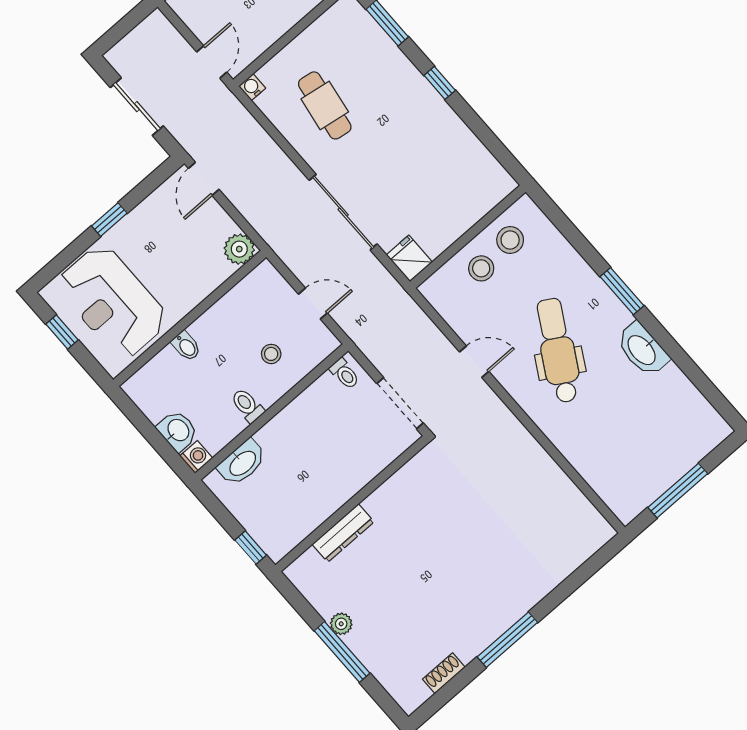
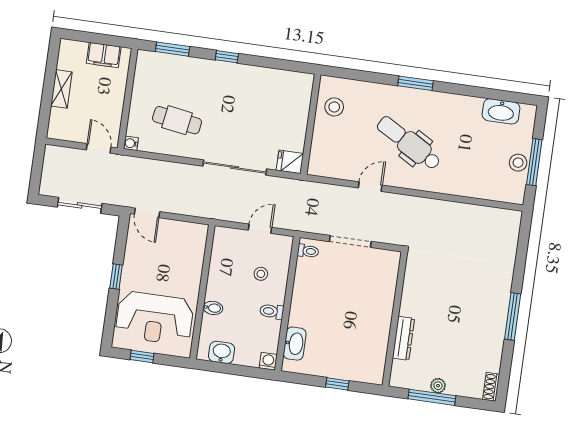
plant: (239, 249) -> (197, 233), removed
stool: (481, 268) -> (518, 163), moved
washbasin: (642, 349) -> (501, 111), moved
washbasin: (178, 431) -> (222, 352), moved
wall: (352, 504) -> (395, 319), moved
dresser: (343, 533) -> (403, 338), moved
plant: (341, 624) -> (438, 386), moved
shoe rack: (444, 673) -> (491, 387), moved

